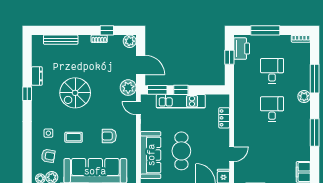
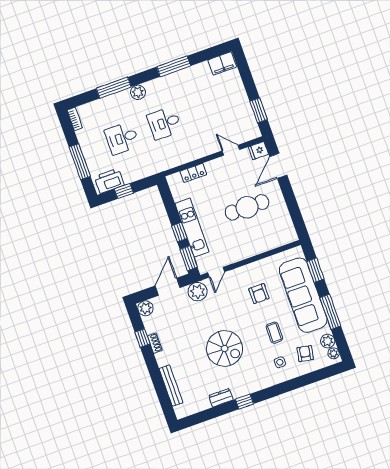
sofa: (151, 155) -> (264, 240), removed

